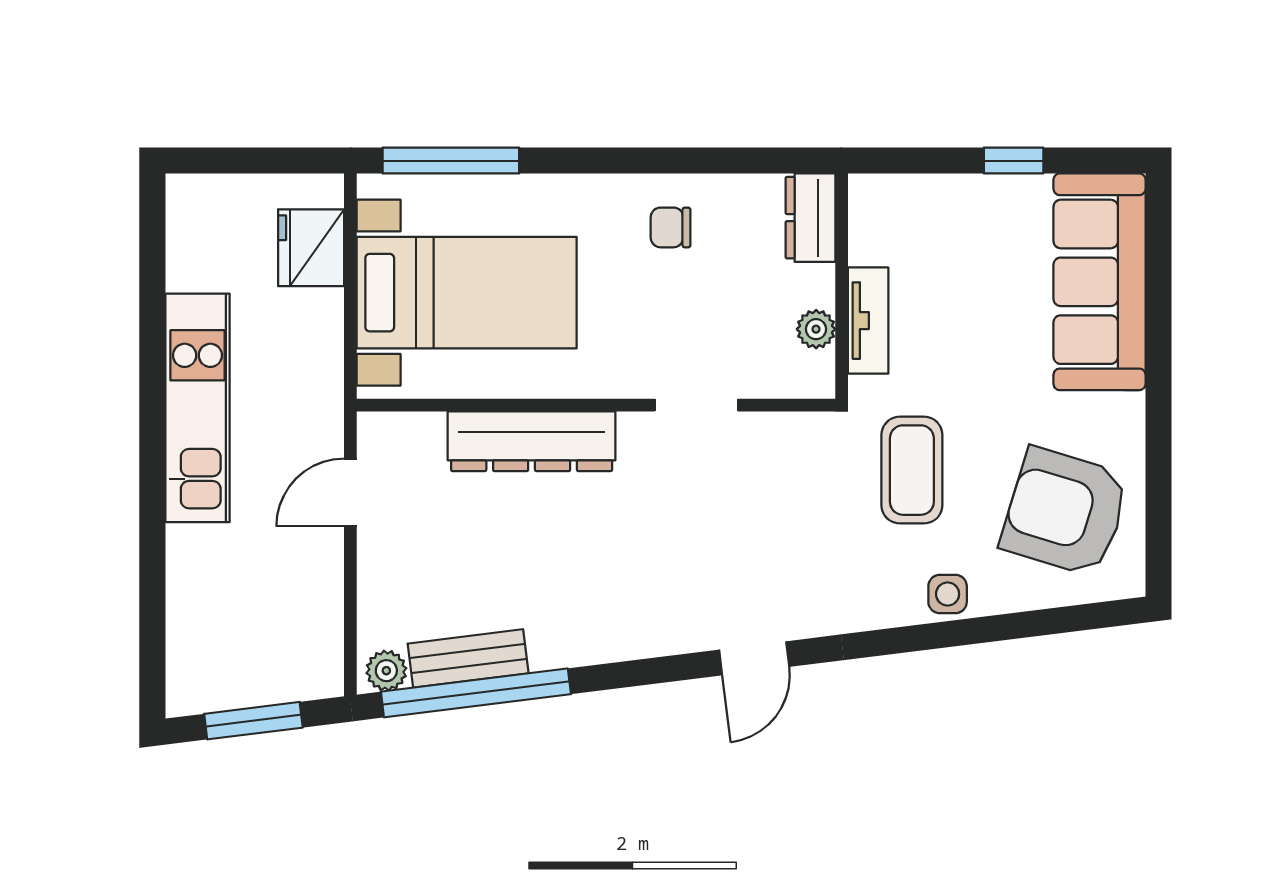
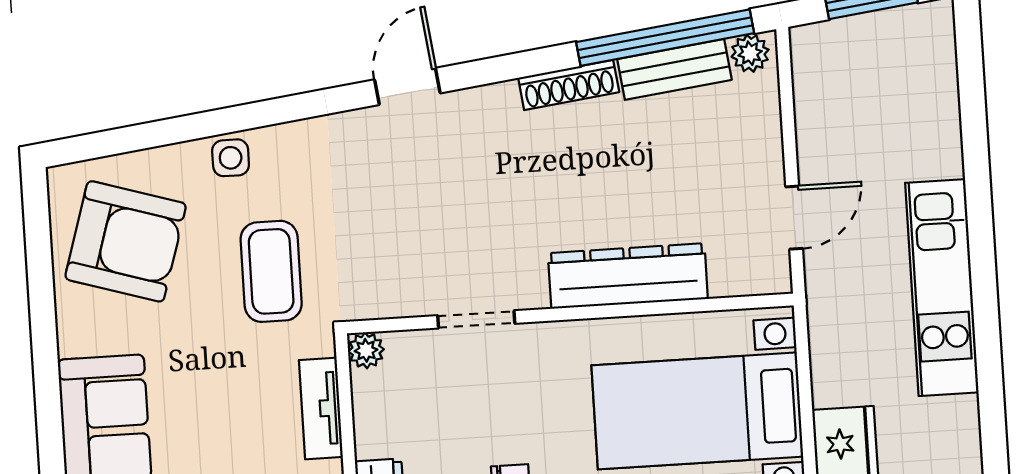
plant: (816, 329) -> (366, 350), moved
shoe rack: (582, 649) -> (569, 85), added

